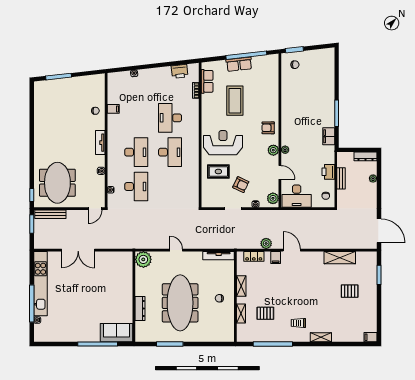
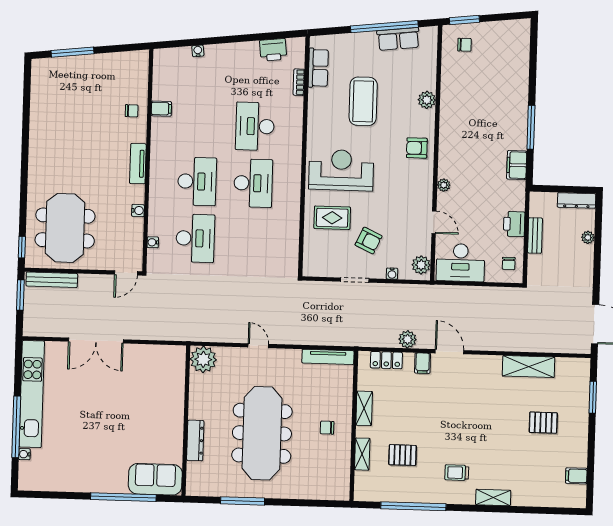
row of seats: (239, 64) -> (398, 39), moved
plant: (273, 150) -> (427, 100), moved
filing cabinet: (371, 337) -> (576, 476), moved

